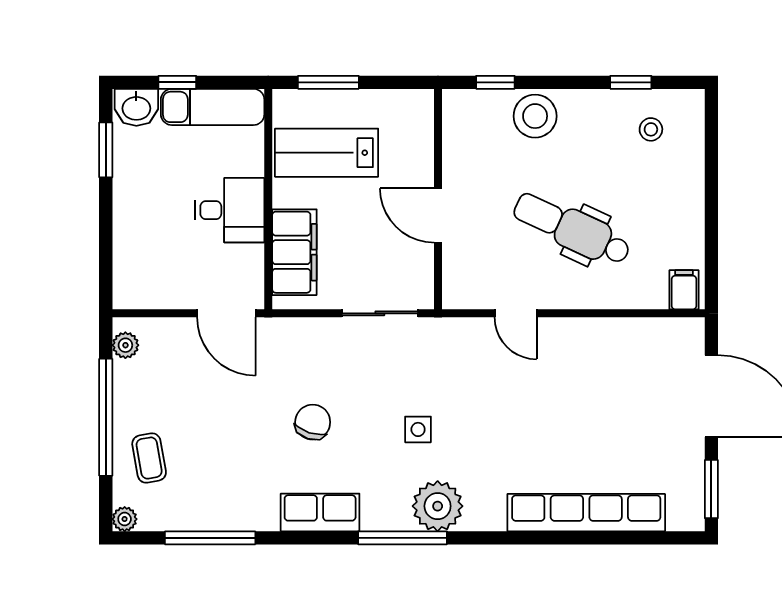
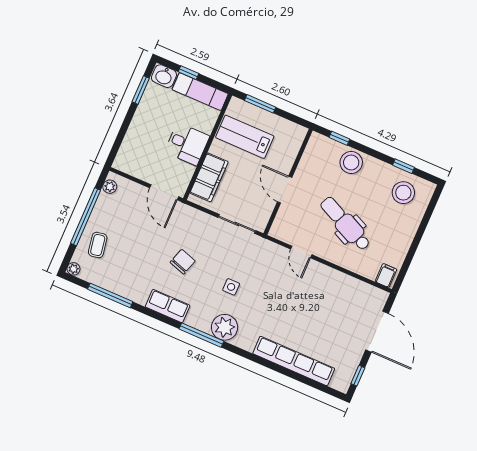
stool: (651, 129) -> (403, 193), width x1.89, depth x1.89
window: (711, 489) -> (358, 376), width x0.67

